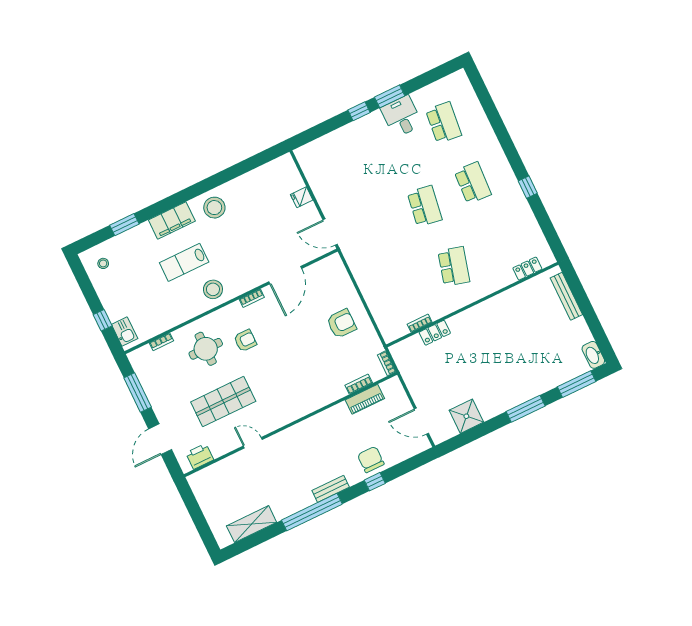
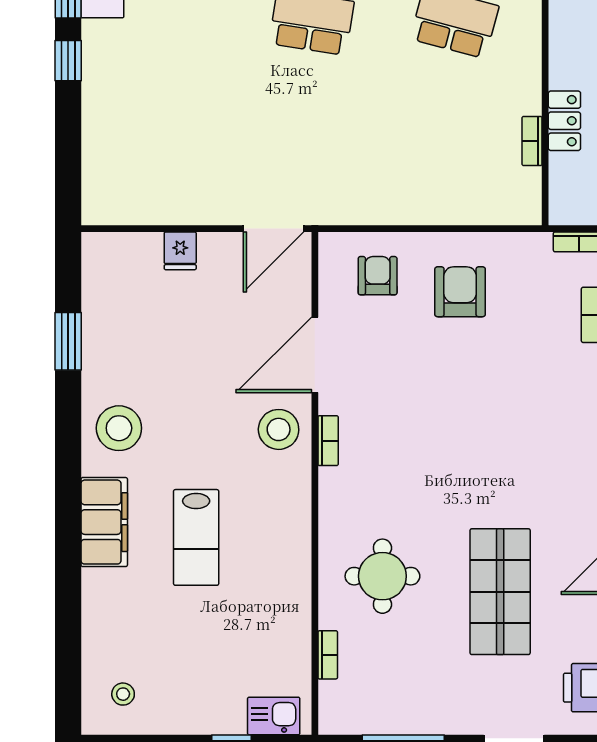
window: (124, 225) -> (68, 341), moved
door: (285, 275) -> (315, 355), swing flipped
stool: (213, 289) -> (279, 429), moved
armchair: (245, 341) -> (378, 276), moved

